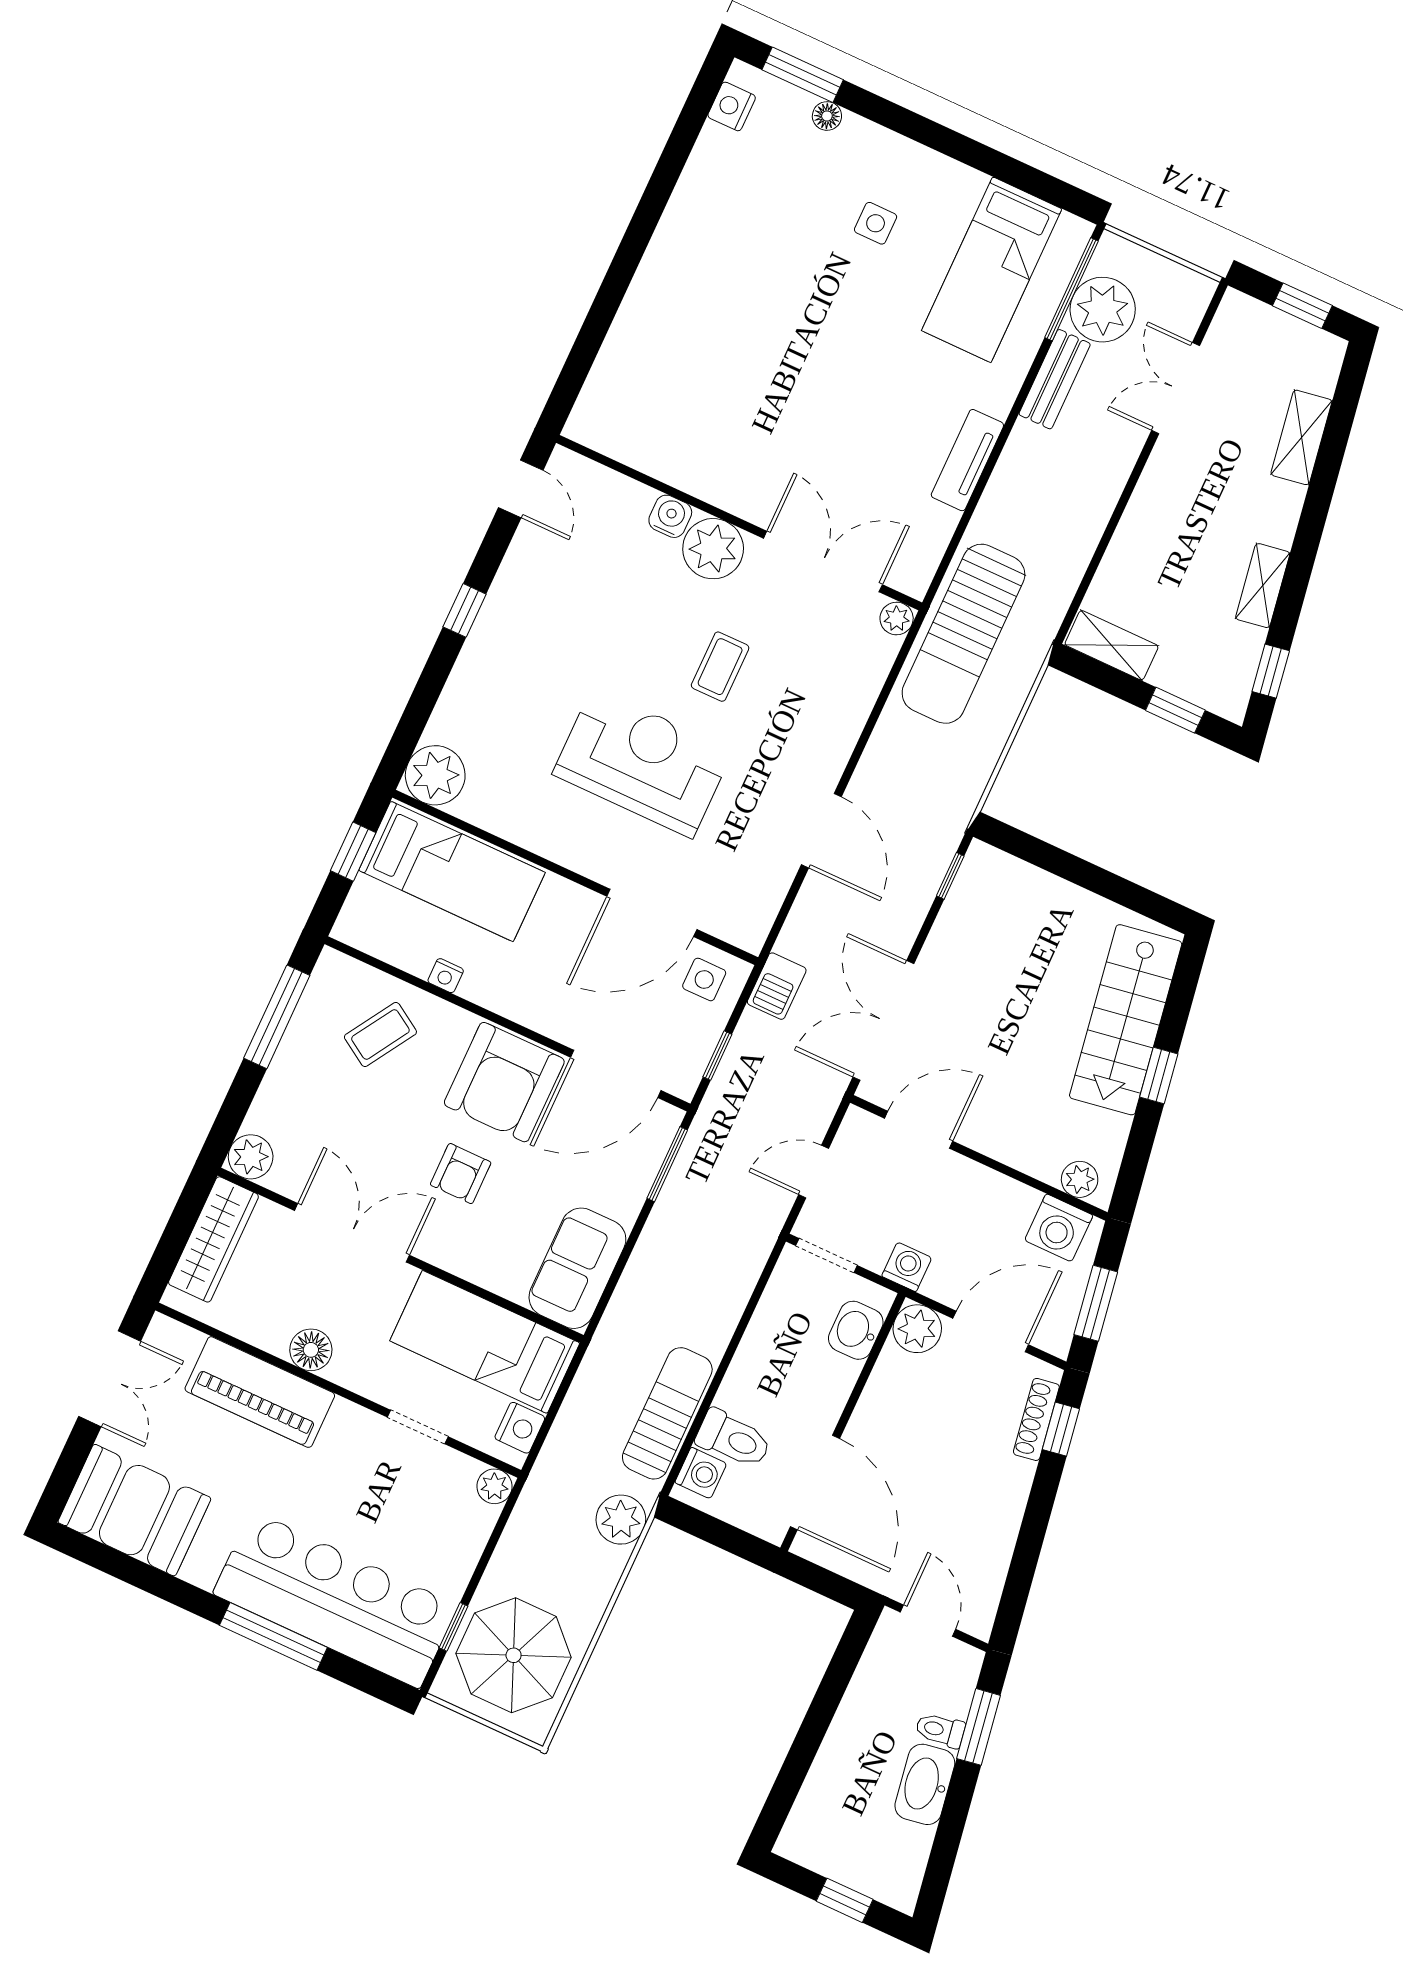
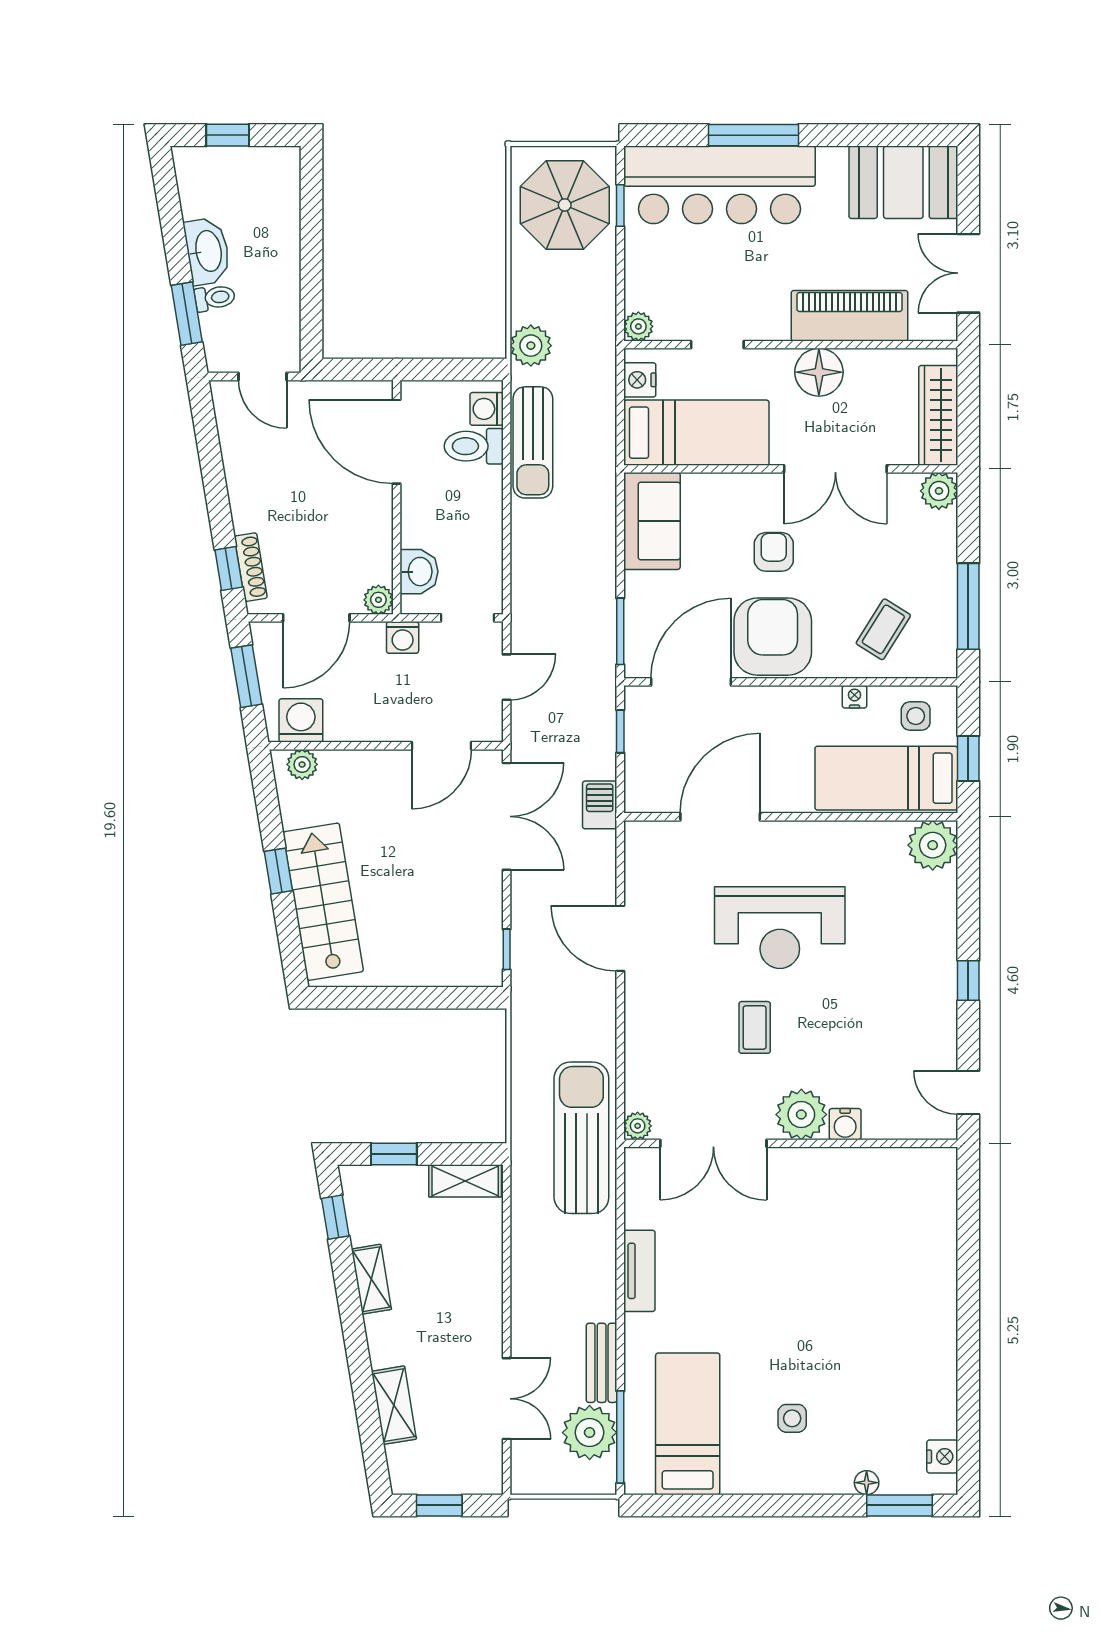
side table: (704, 979) -> (916, 716), moved
plant: (917, 1329) -> (378, 600), width x0.73, depth x0.73
floor lamp: (311, 1350) -> (819, 372), width x1.38, depth x1.38

